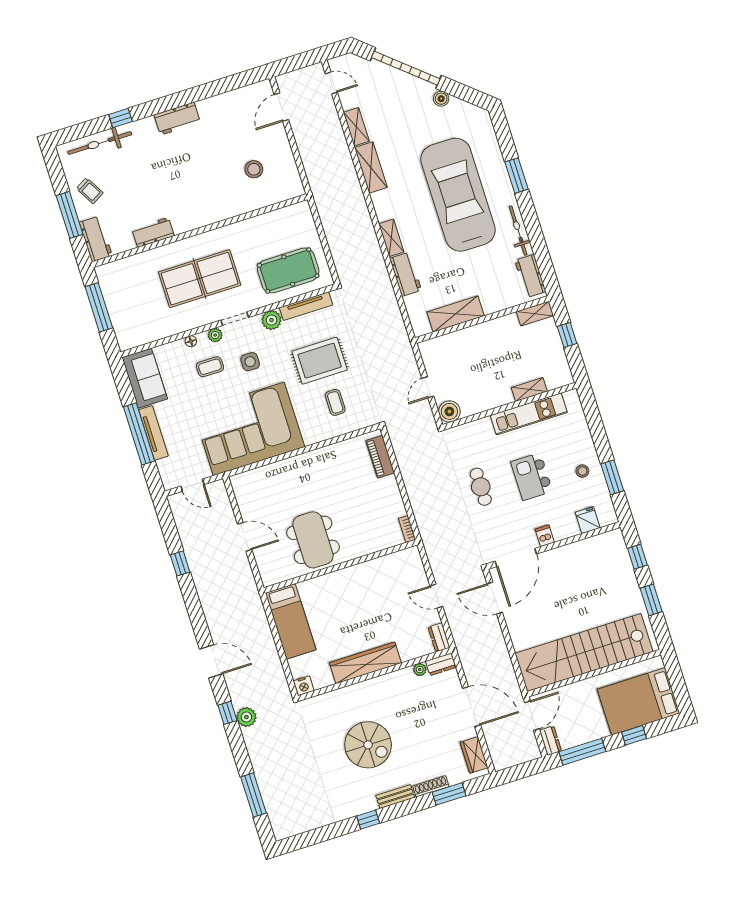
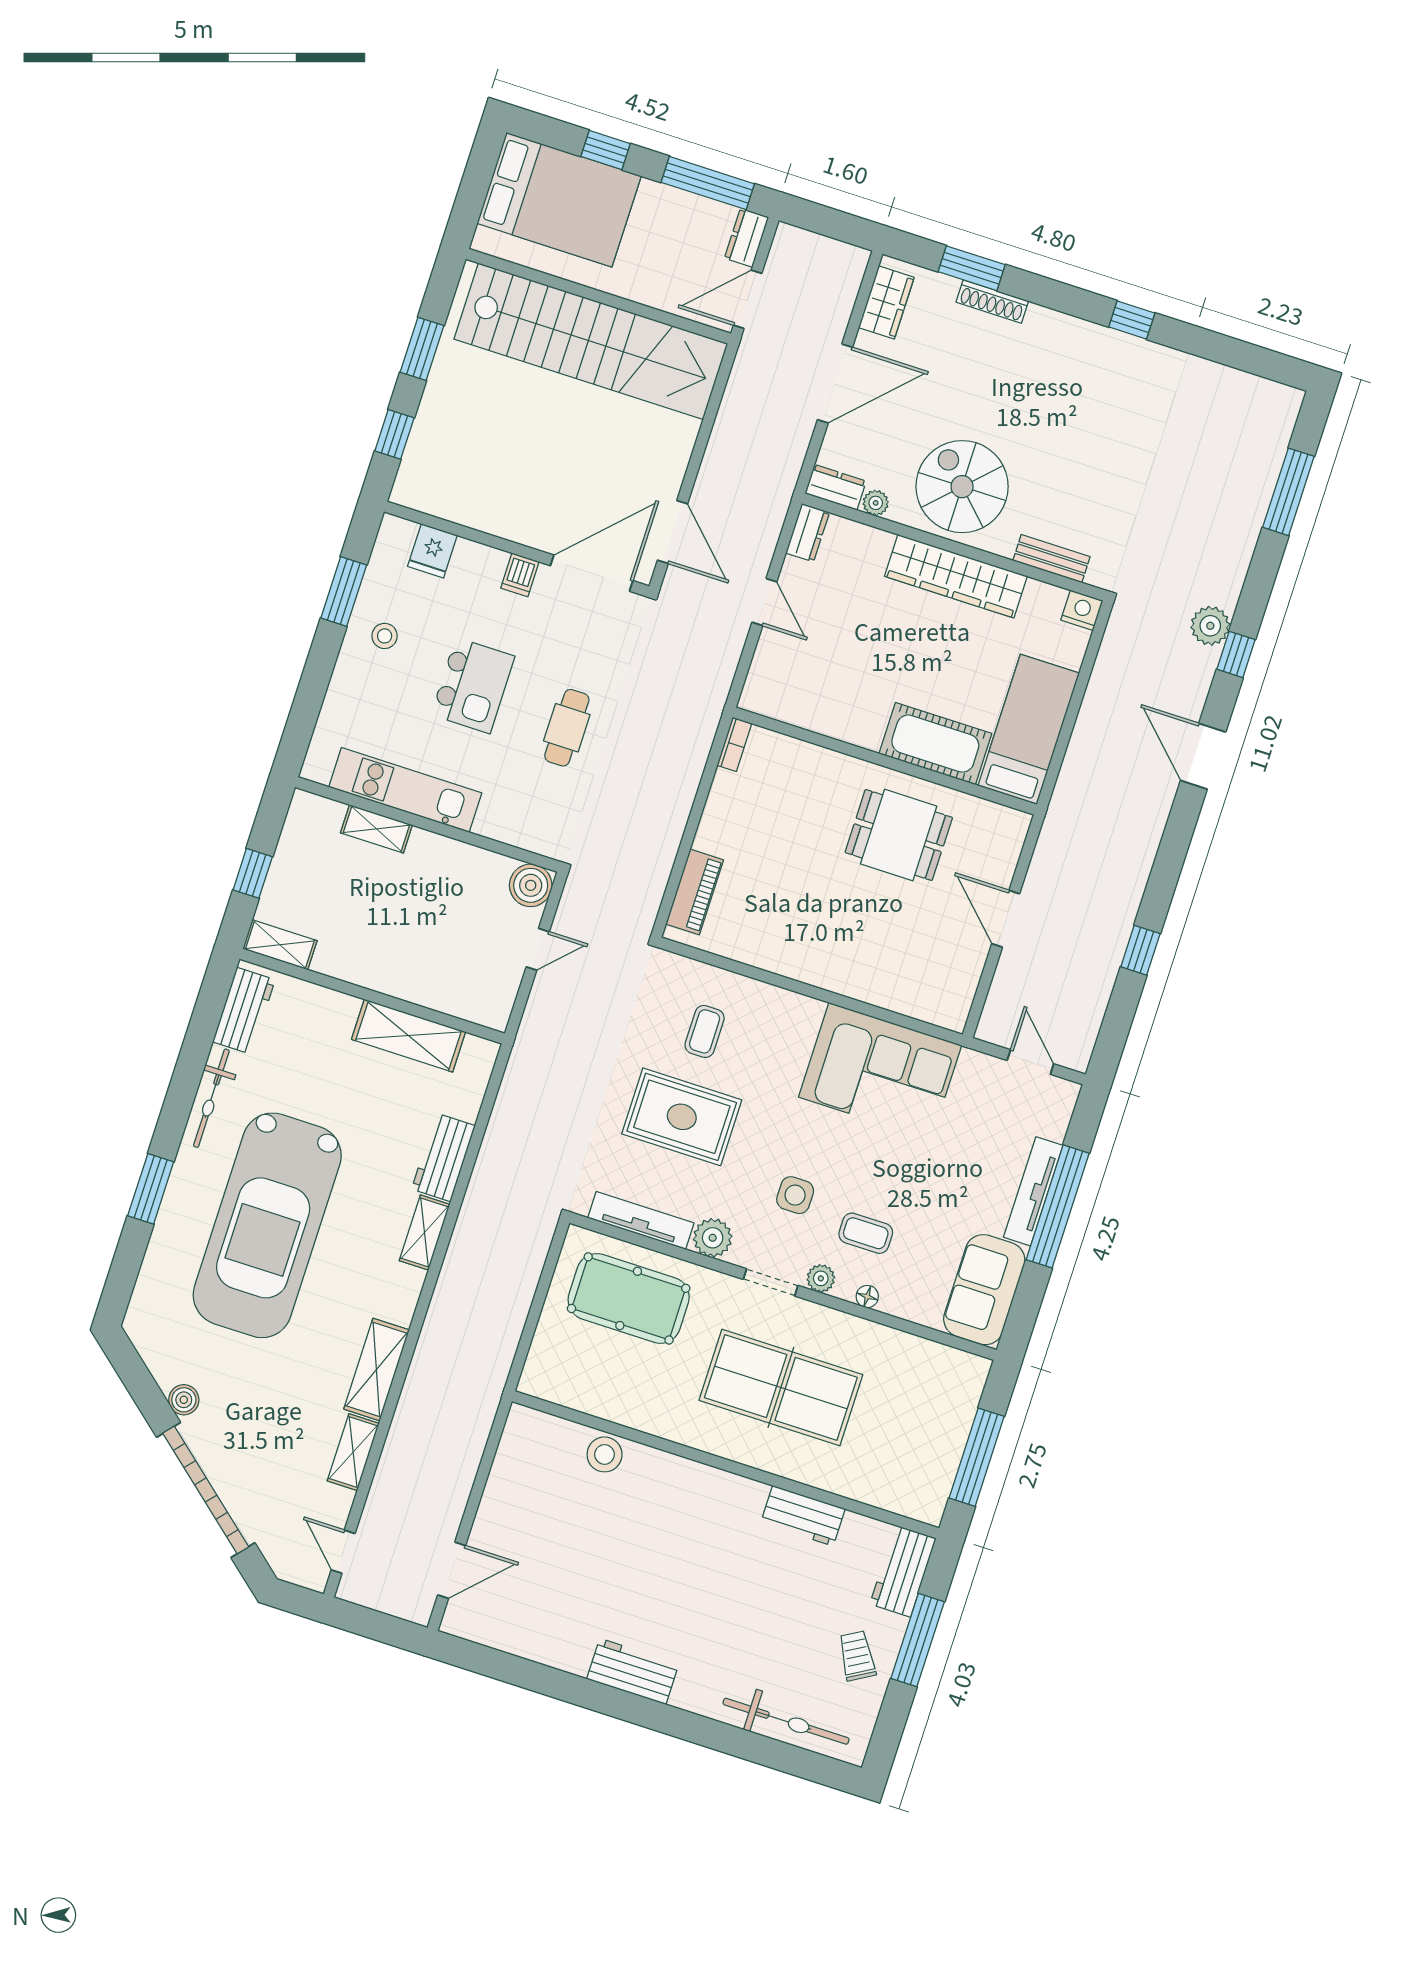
window: (120, 118) -> (724, 1738), removed
stool: (254, 169) -> (605, 1454), moved
corner sofa: (249, 429) -> (880, 1071), width x0.73, depth x0.74
dining table: (313, 540) -> (899, 835), width x0.73
cot: (325, 588) -> (935, 744), added
door: (471, 707) -> (835, 383), swing flipped
spiral stairs: (368, 745) -> (962, 487), moved
bench: (395, 797) -> (1051, 559), moved

